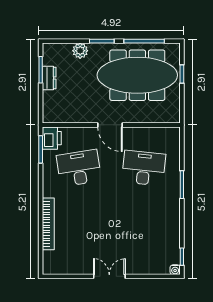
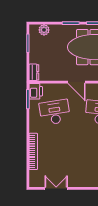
plant: (80, 51) -> (44, 30), moved
dresser: (49, 78) -> (34, 72), moved
double door: (109, 276) -> (56, 188), moved

